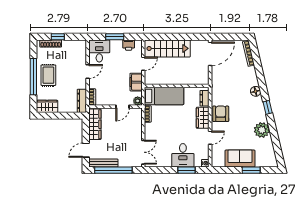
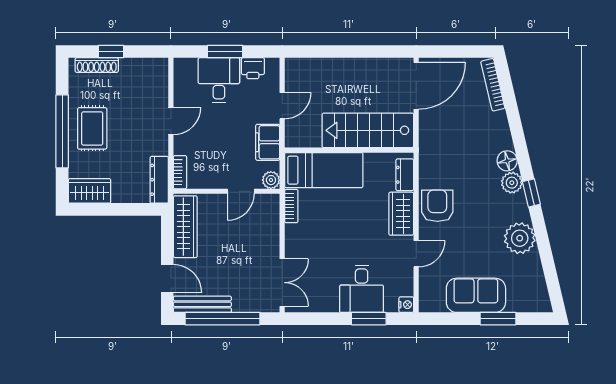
stairs: (167, 48) -> (368, 130), moved, turned 180
desk: (99, 51) -> (219, 80), moved
plant: (258, 102) -> (512, 183), added
door: (86, 150) -> (167, 279), swing flipped

